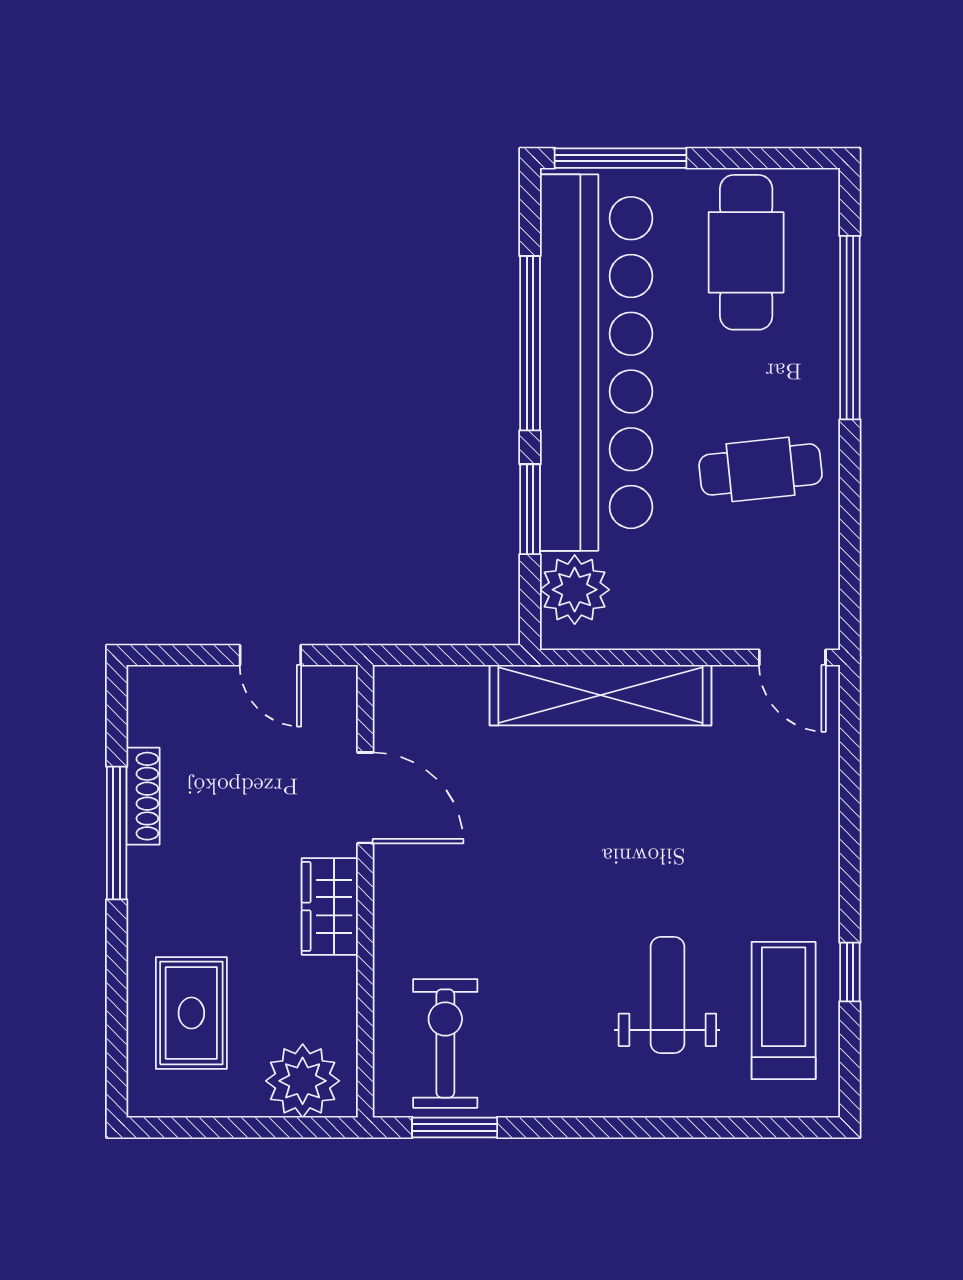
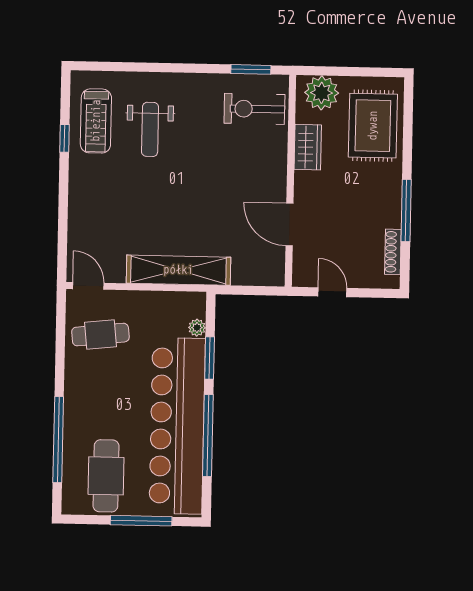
window: (621, 158) -> (141, 521), moved
cafe table: (761, 469) -> (100, 335), moved
plant: (575, 590) -> (197, 328), width x0.53, depth x0.53
shoe rack: (143, 796) -> (393, 252), moved
wardrobe: (330, 906) -> (308, 147), moved
rug: (191, 1013) -> (373, 126), width x1.36, depth x1.43
exercise bike: (445, 1043) -> (254, 109), turned 90

